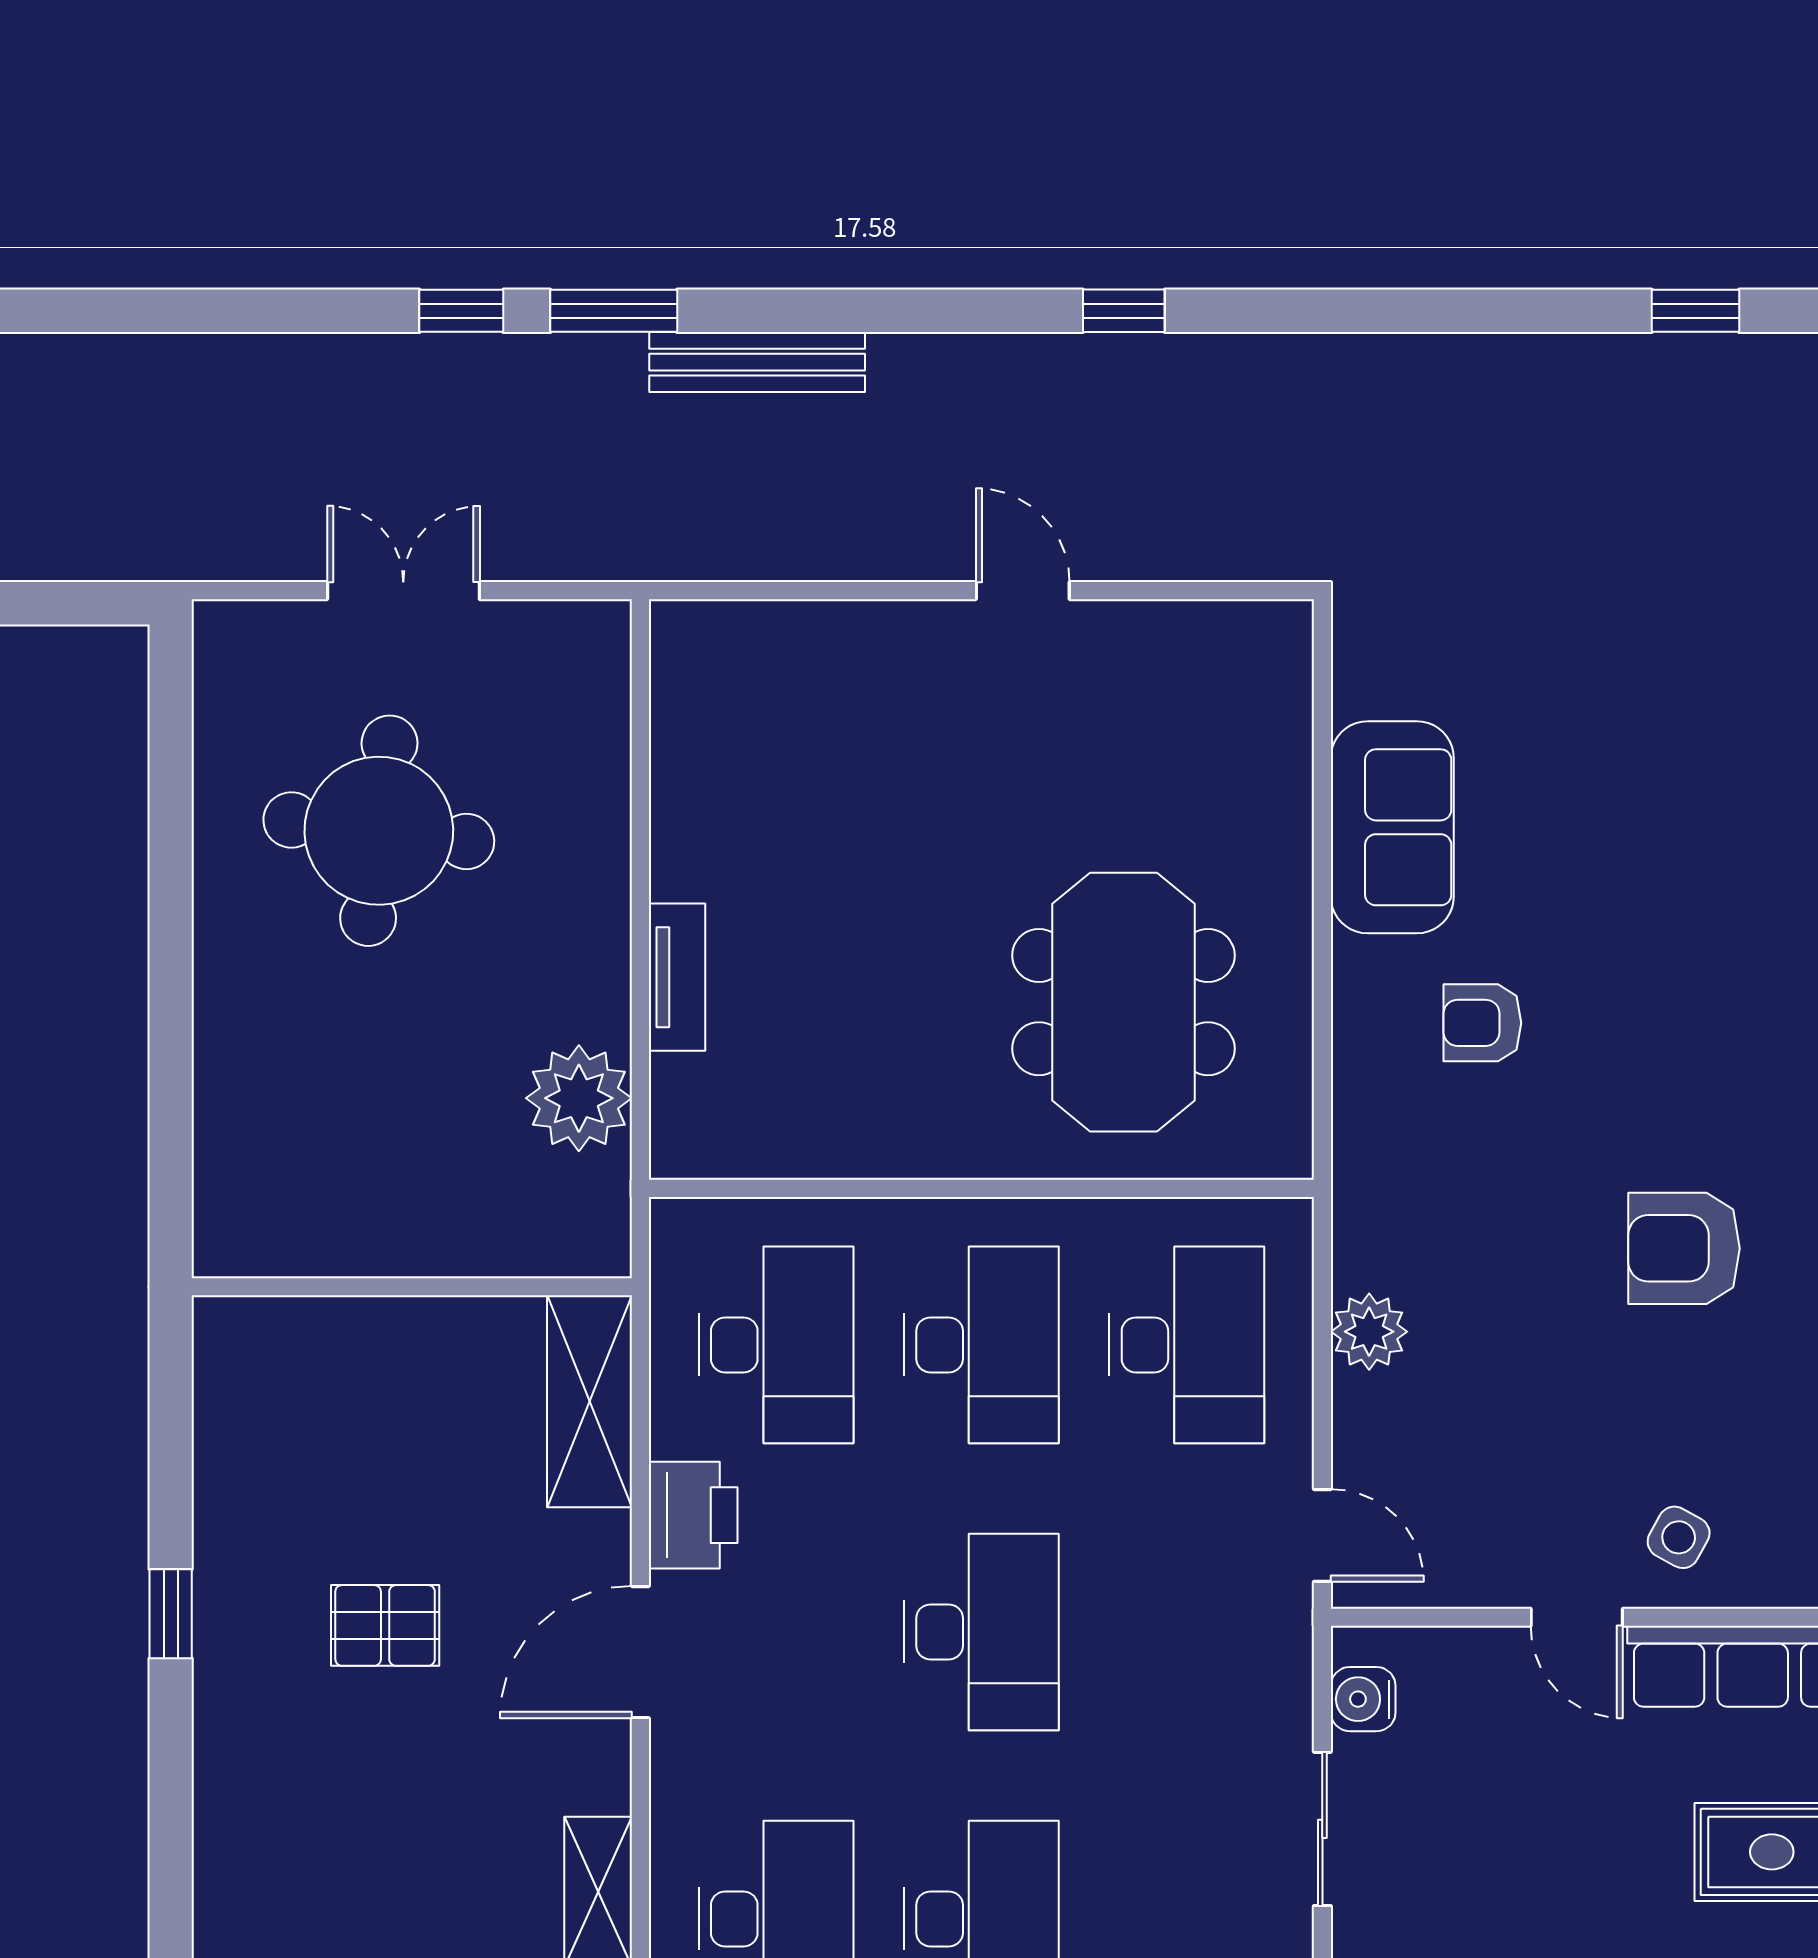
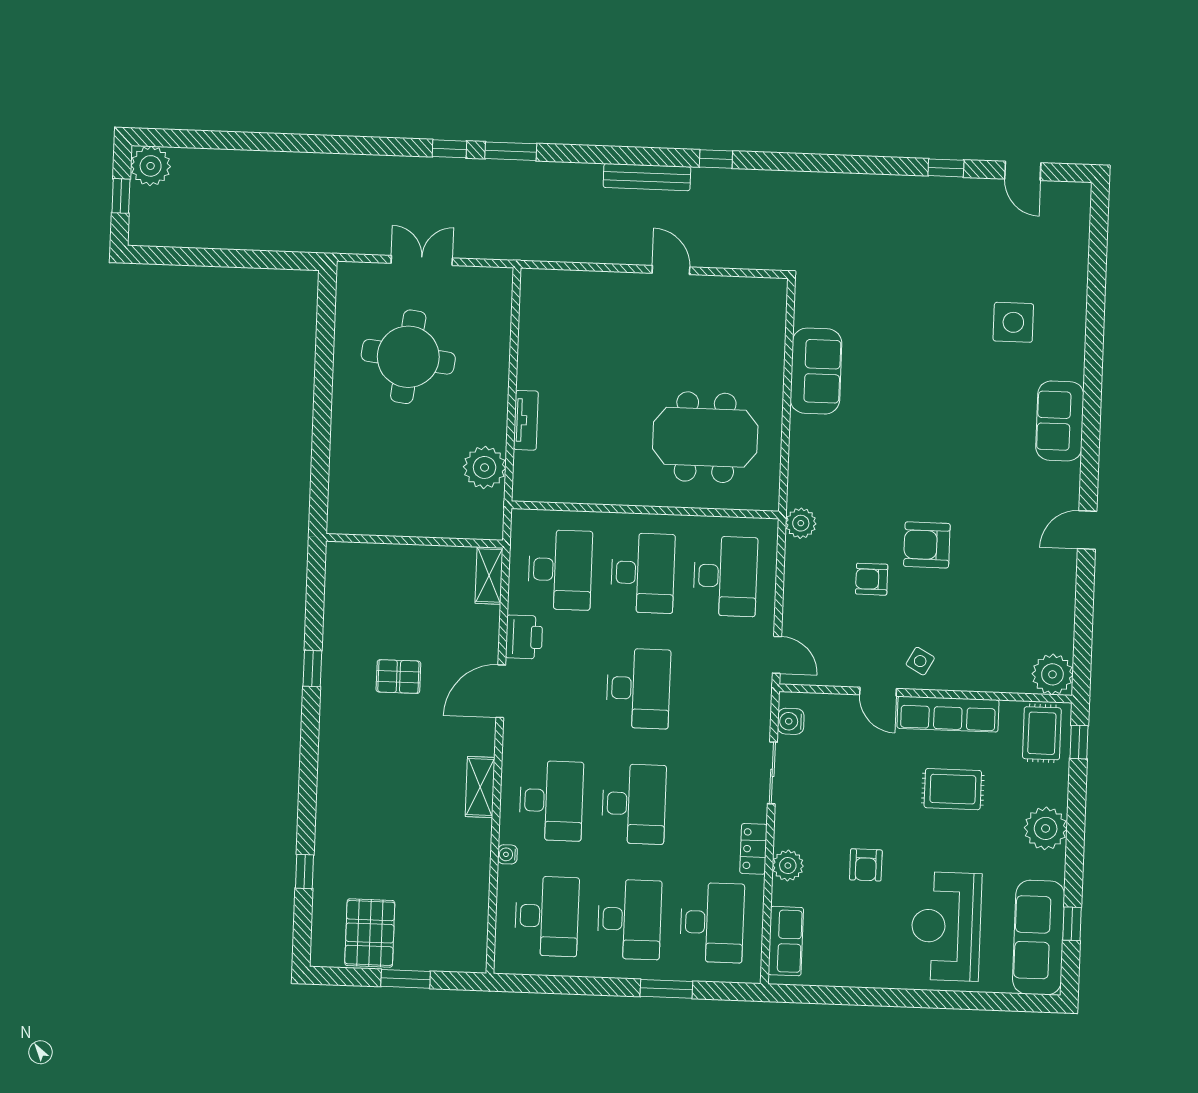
bench: (757, 362) -> (647, 177), moved
meeting table: (1123, 1002) -> (705, 437), turned 90
armchair: (1482, 1023) -> (872, 579), moved
plant: (1369, 1332) -> (801, 523), moved
shelving: (589, 1401) -> (489, 575), width x0.67, depth x0.75

